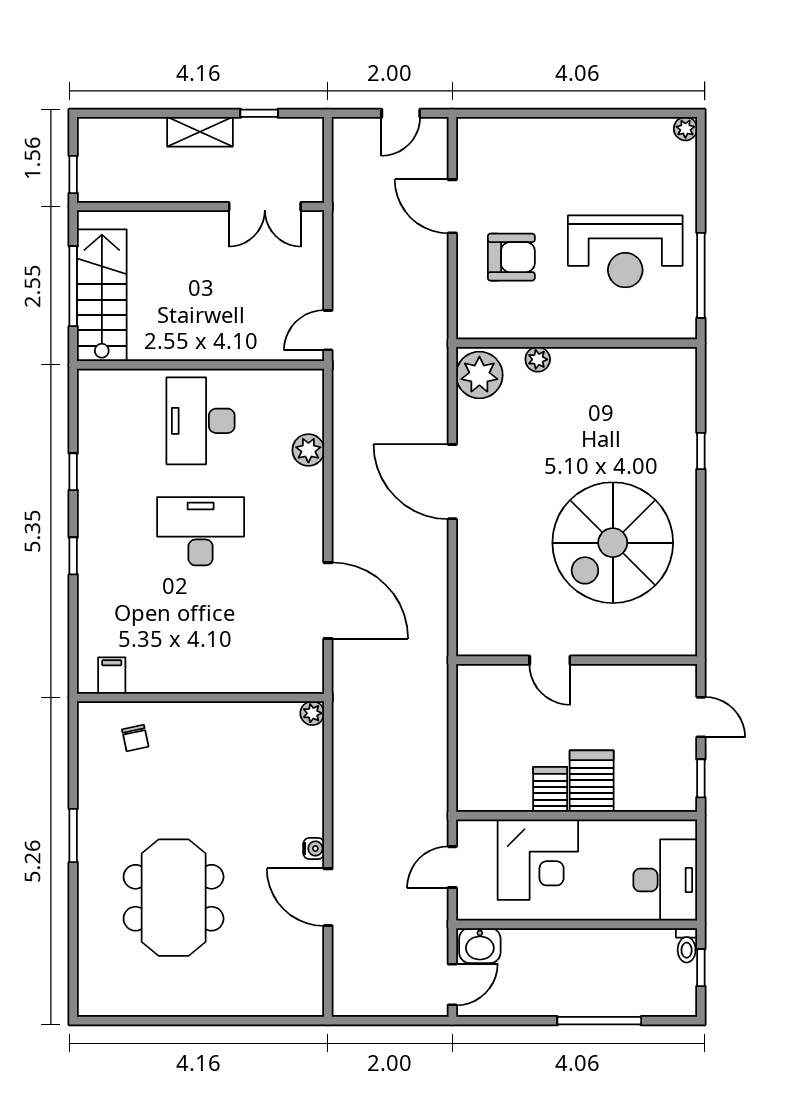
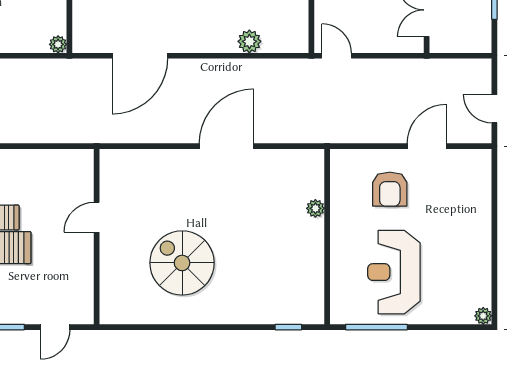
plant: (479, 375) -> (304, 166), removed
window: (701, 451) -> (288, 327), moved
spiral stairs: (613, 543) -> (182, 263), width x0.73, depth x0.73

